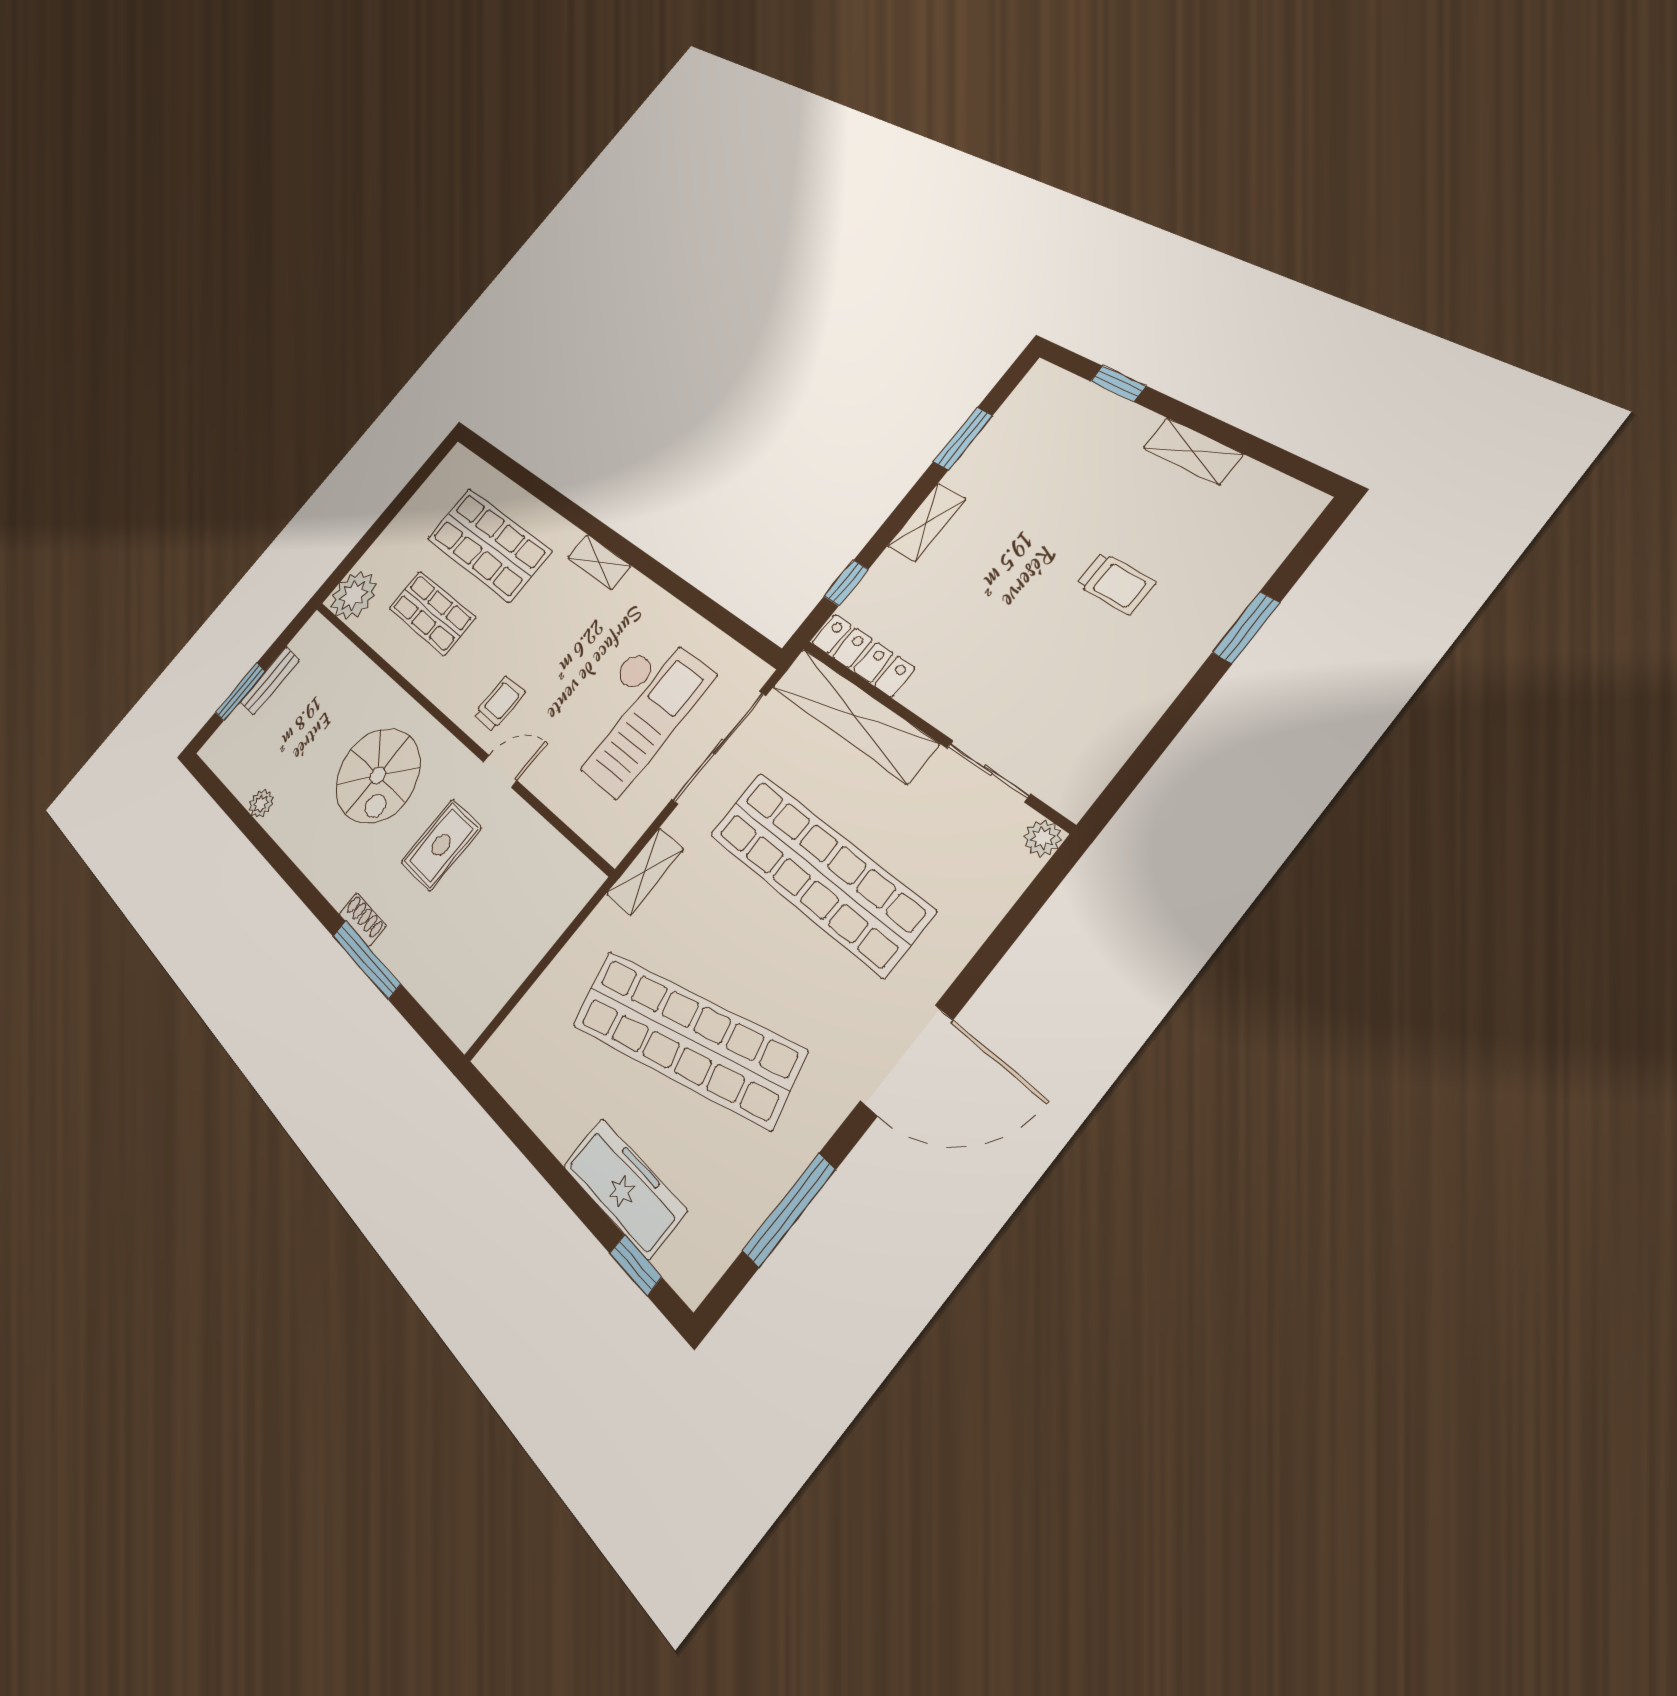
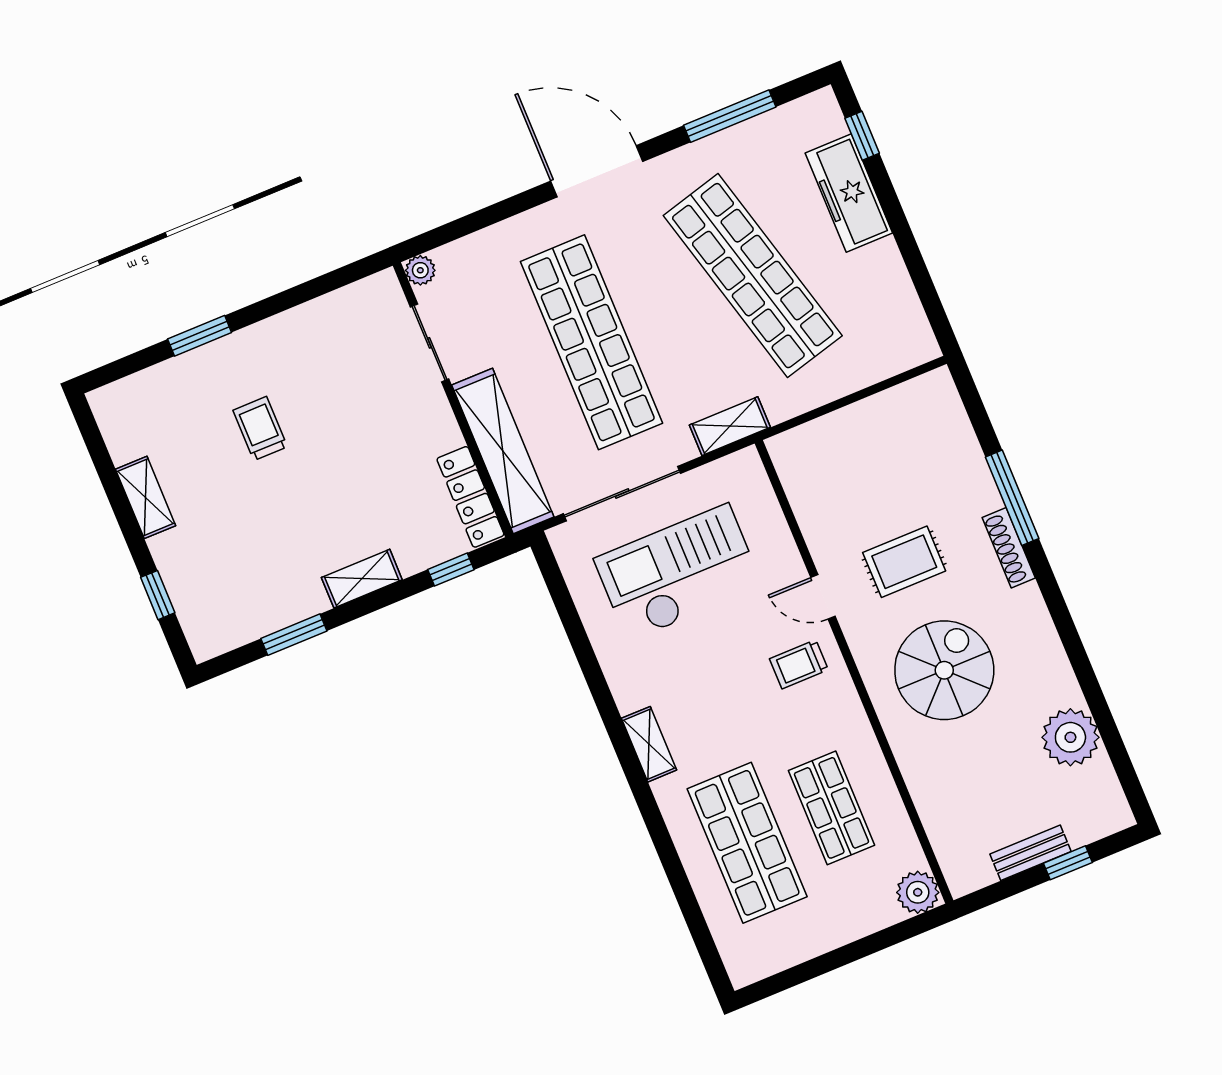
plant: (354, 595) -> (918, 892), width x0.73, depth x0.73
window: (240, 692) -> (1068, 863), width x0.67
plant: (261, 804) -> (1070, 737), width x1.87, depth x1.87
shoe rack: (363, 920) -> (1009, 548), width x1.43

